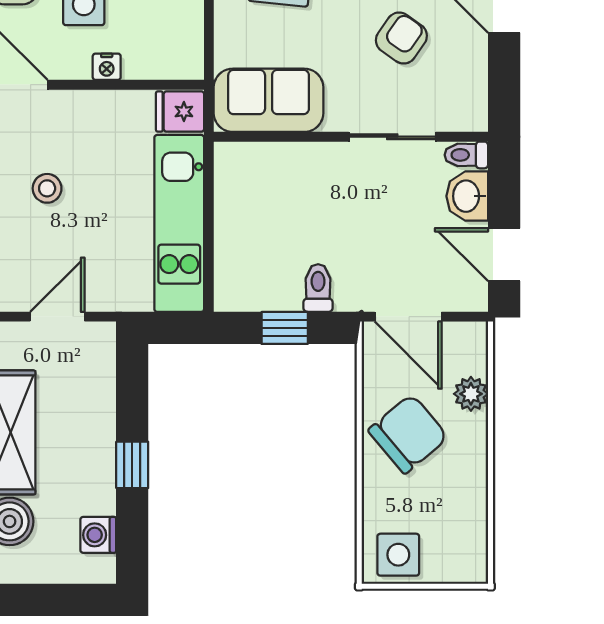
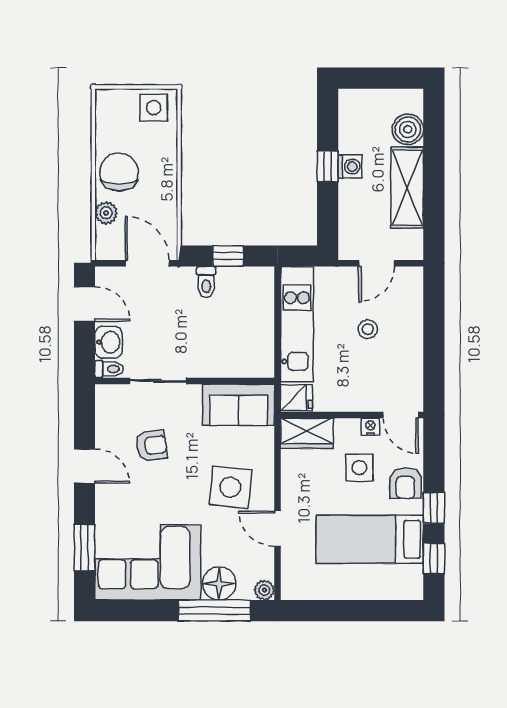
armchair: (401, 38) -> (152, 446), turned -132
wardrobe: (164, 57) -> (307, 433), added
nightstand: (107, 67) -> (370, 427), moved
stool: (47, 188) -> (368, 329), moved
chair: (408, 434) -> (119, 172), moved, turned 130
washing machine: (98, 535) -> (350, 167), moved

